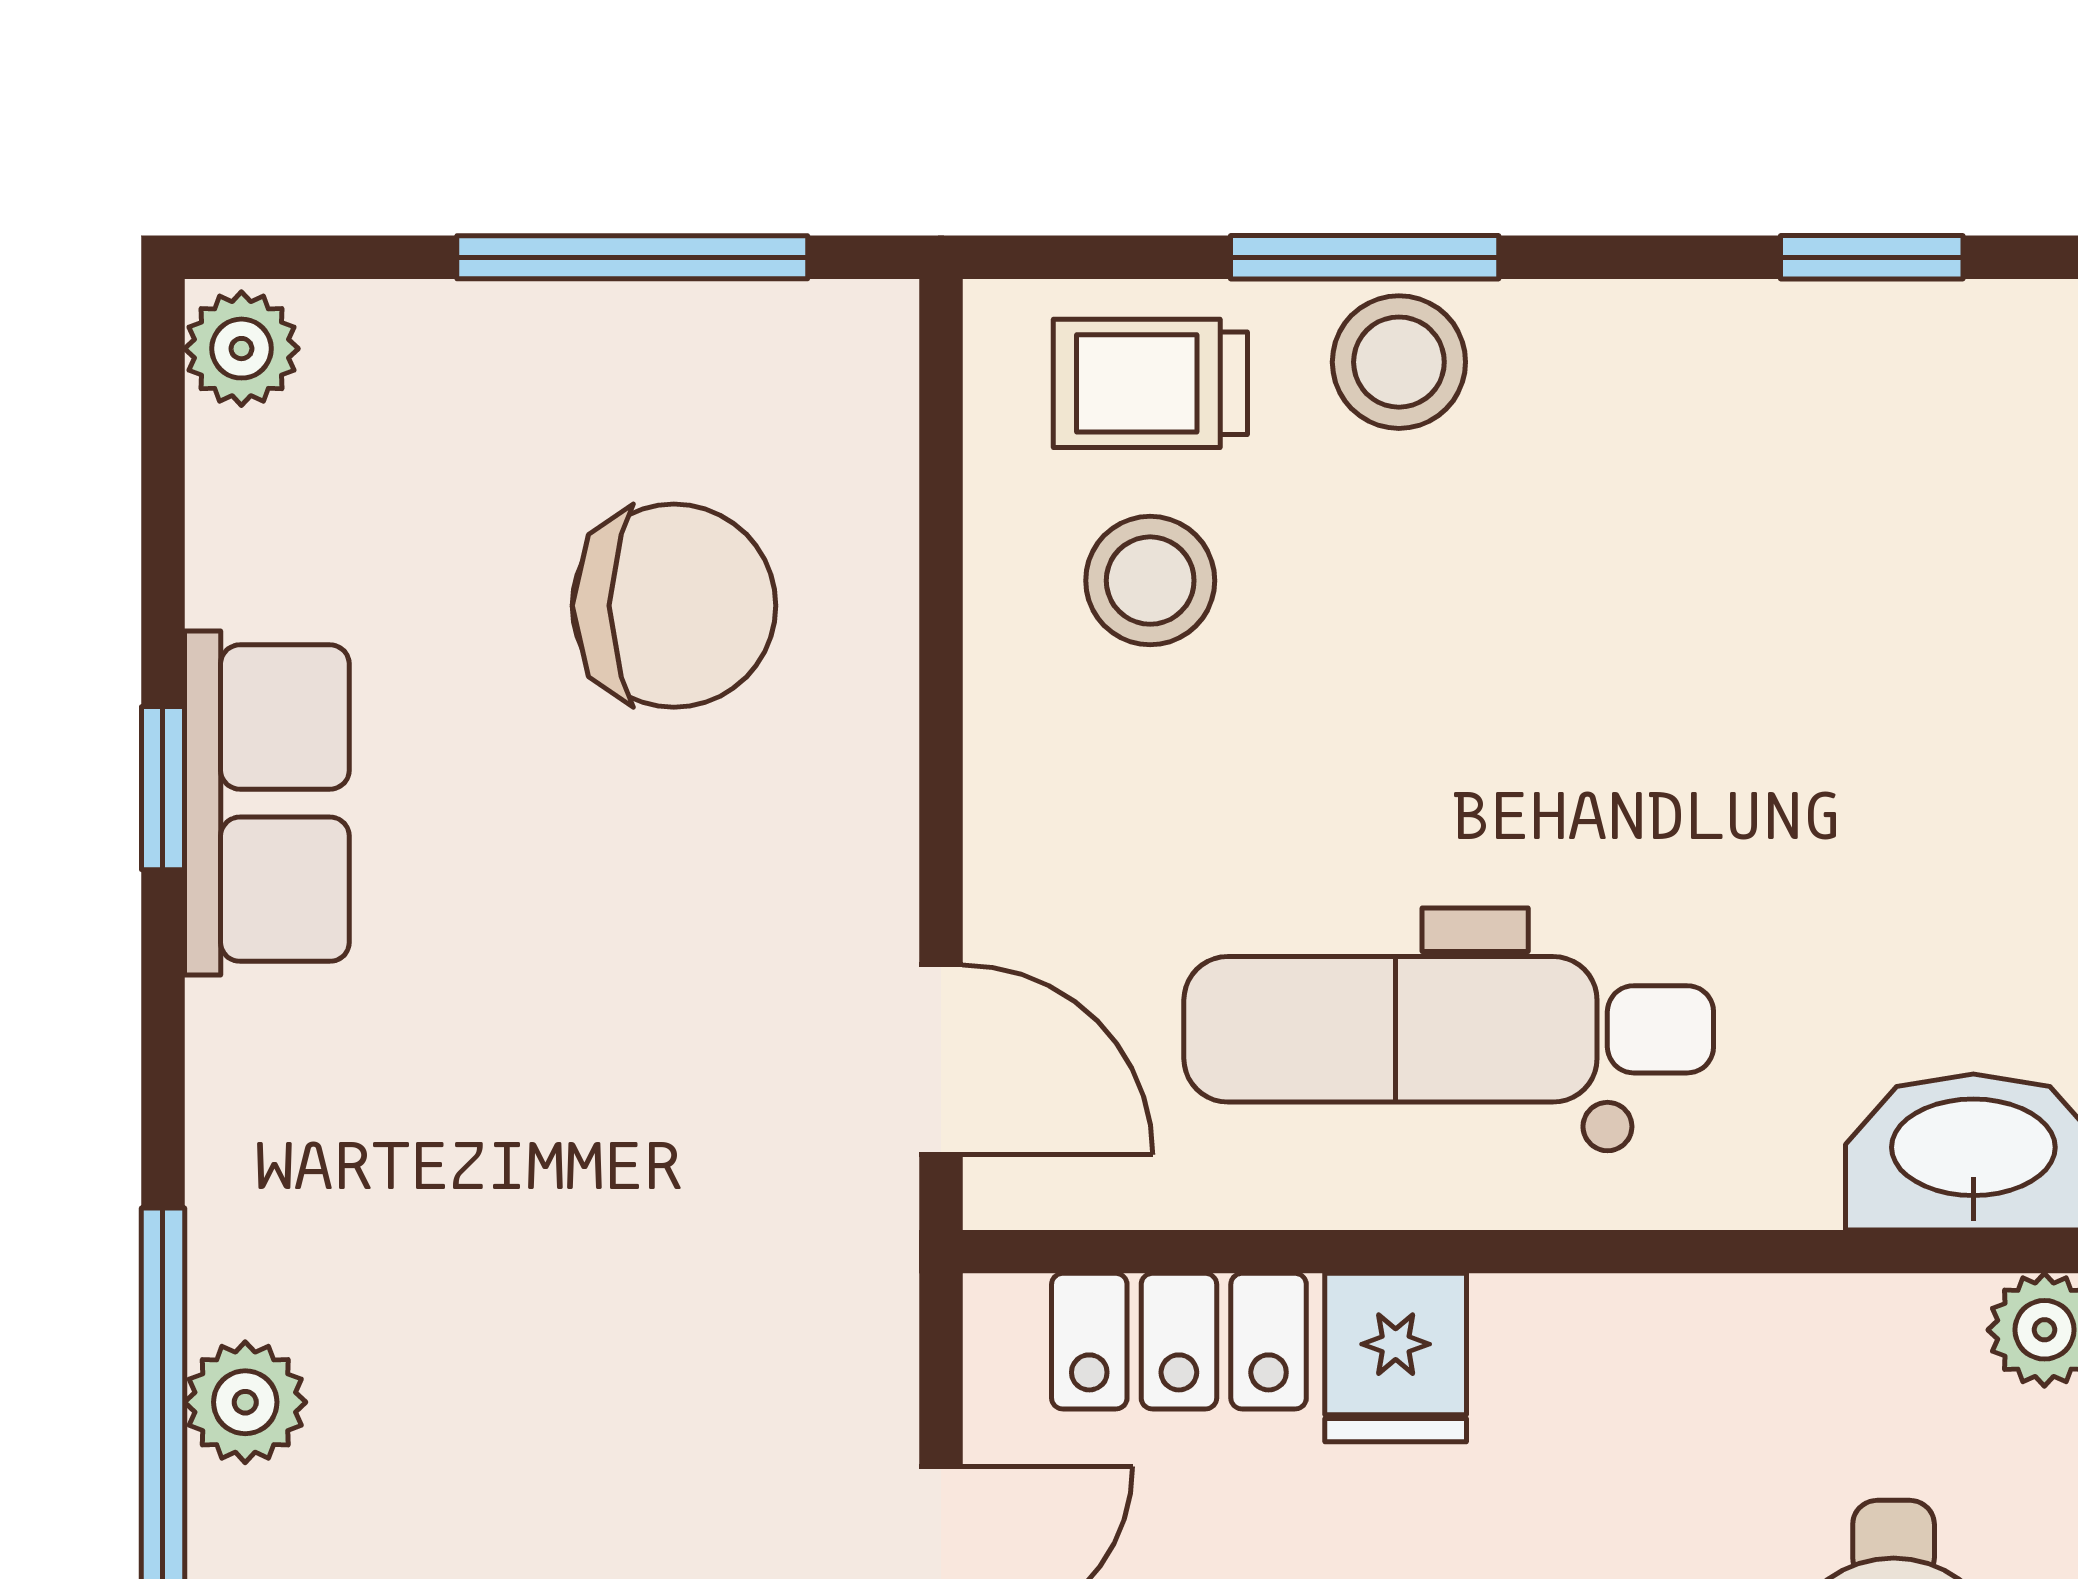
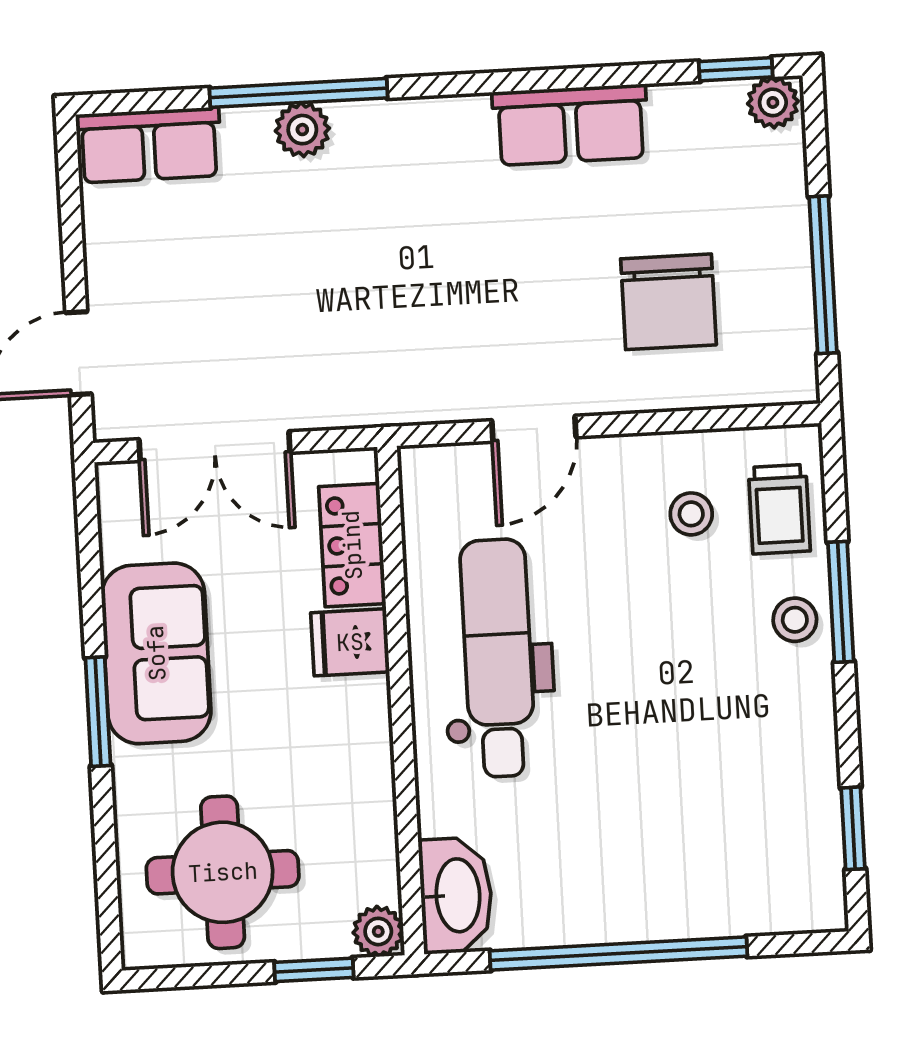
stool: (1399, 362) -> (795, 620), width x0.73, depth x0.73
trolley: (1150, 383) -> (779, 509), turned 180
stool: (1150, 581) -> (691, 514), width x0.73, depth x0.73
window: (163, 788) -> (736, 69), moved
door: (941, 1060) -> (534, 429), moved

